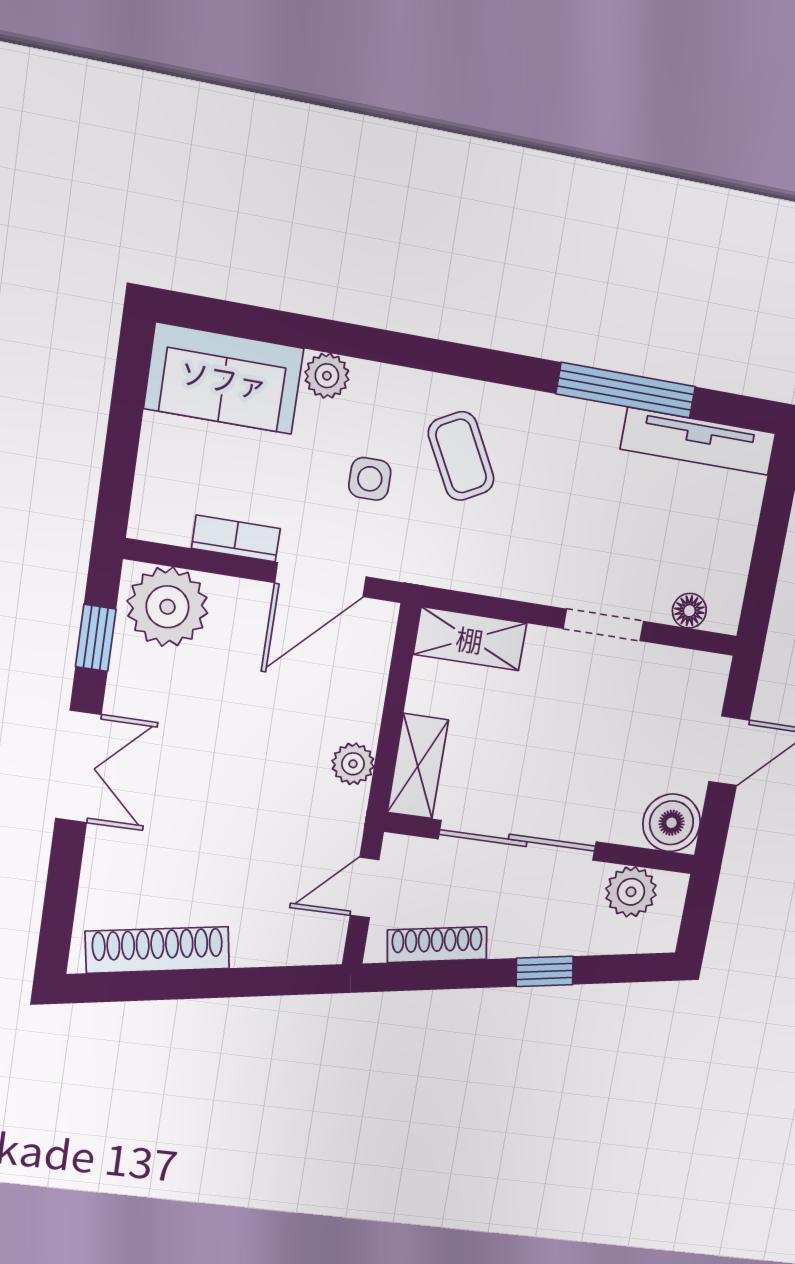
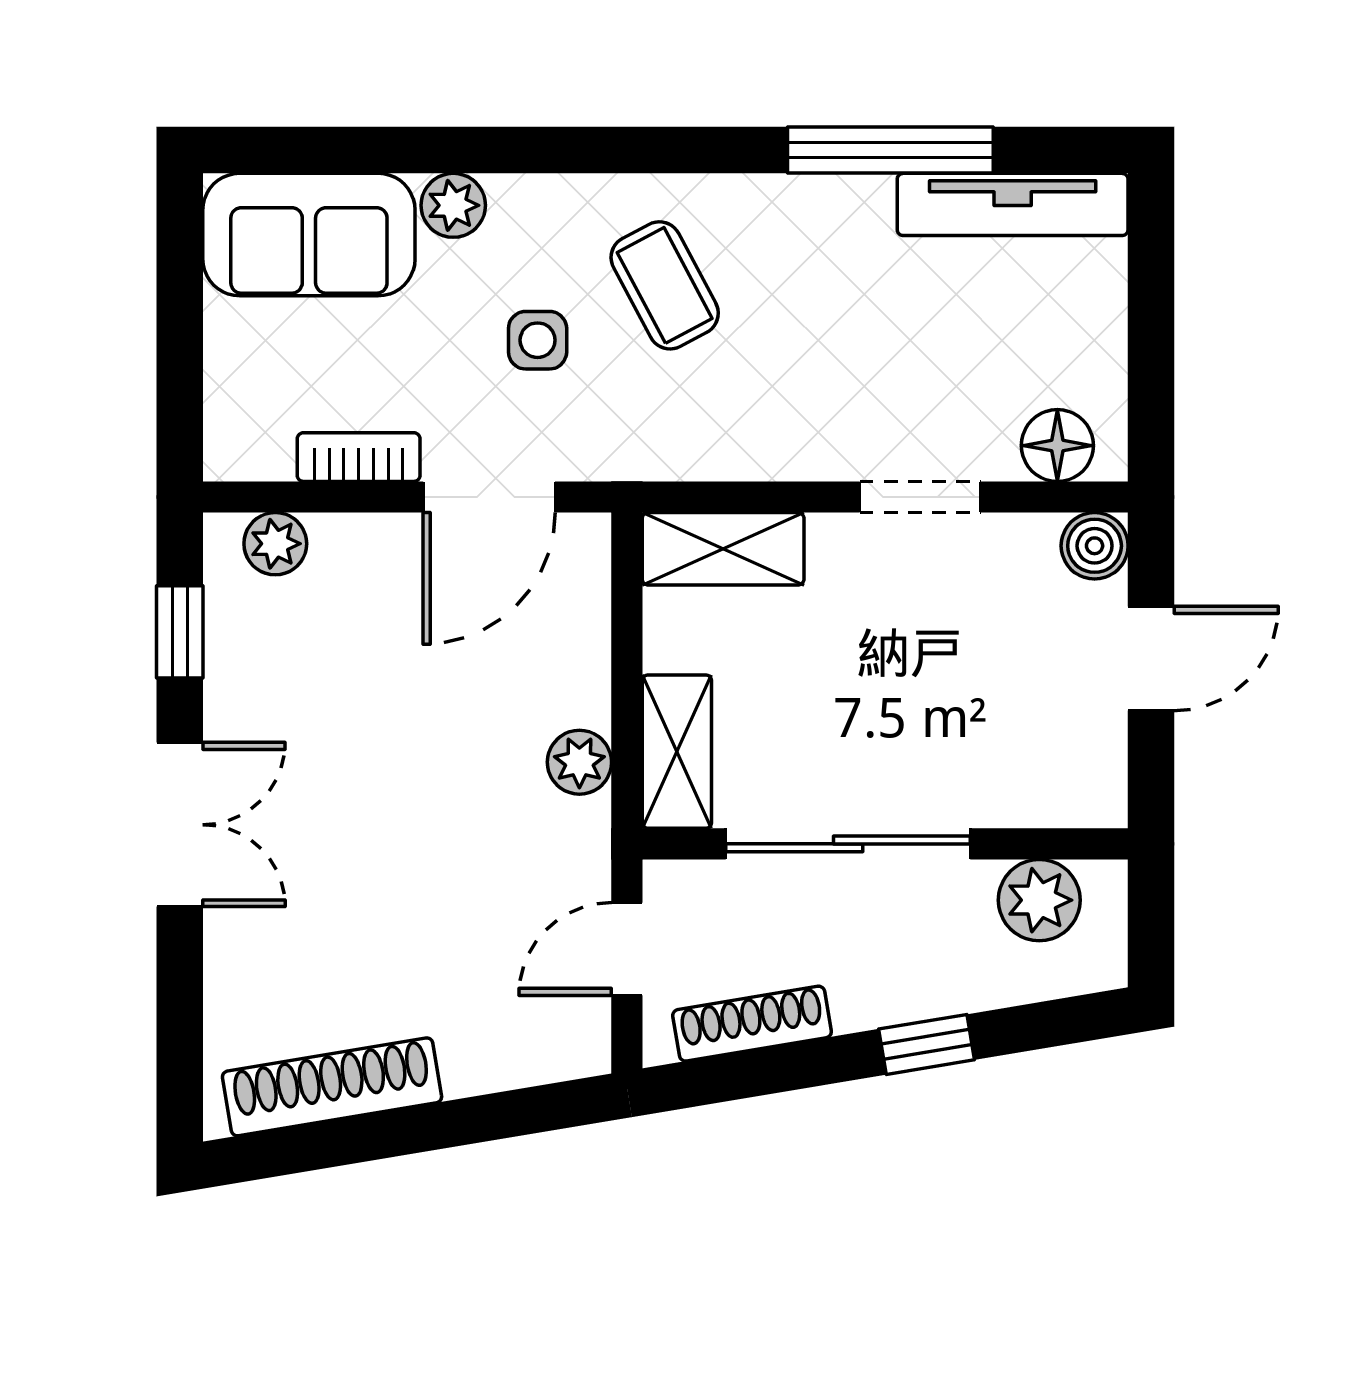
plant: (168, 607) -> (275, 544), width x0.53, depth x0.53
floor lamp: (689, 611) -> (1057, 446), width x1.37, depth x1.37
boiler: (672, 823) -> (1095, 546), moved, width x0.73, depth x0.73

